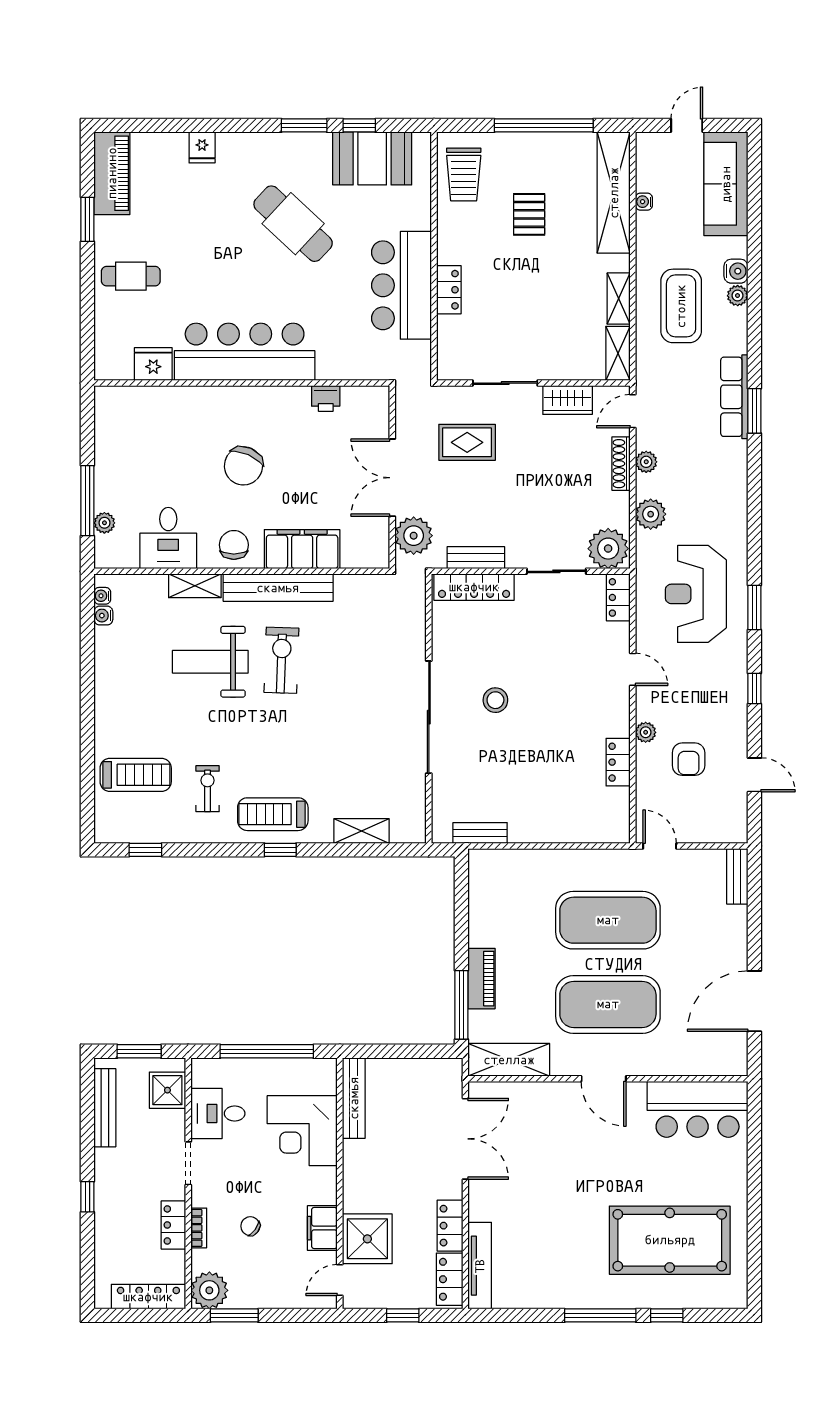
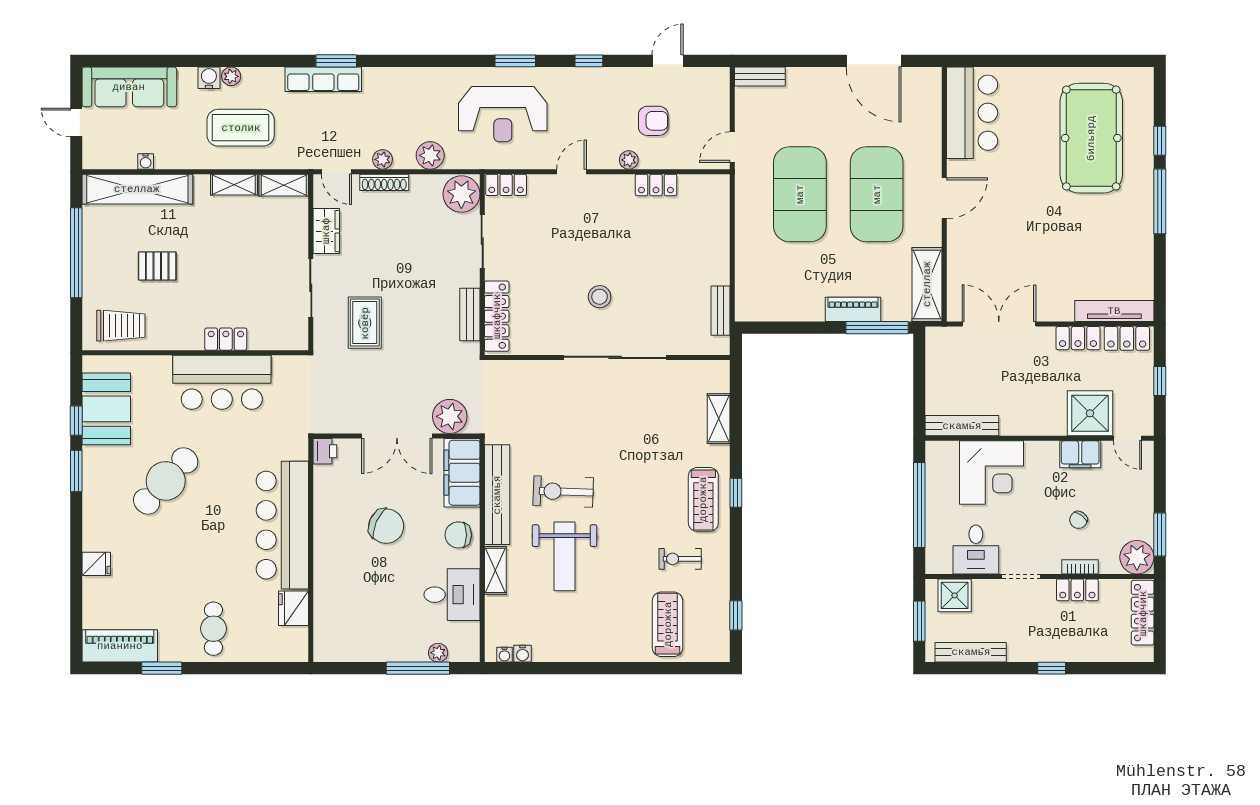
wall: (392, 477) -> (397, 436), moved
double door: (392, 478) -> (397, 436), moved
plant: (414, 536) -> (450, 416), moved

